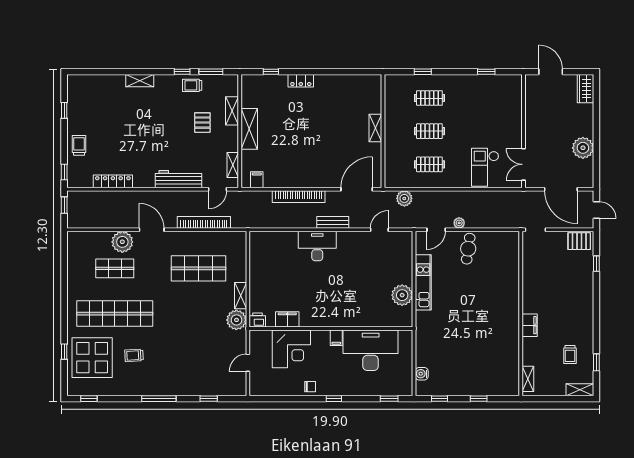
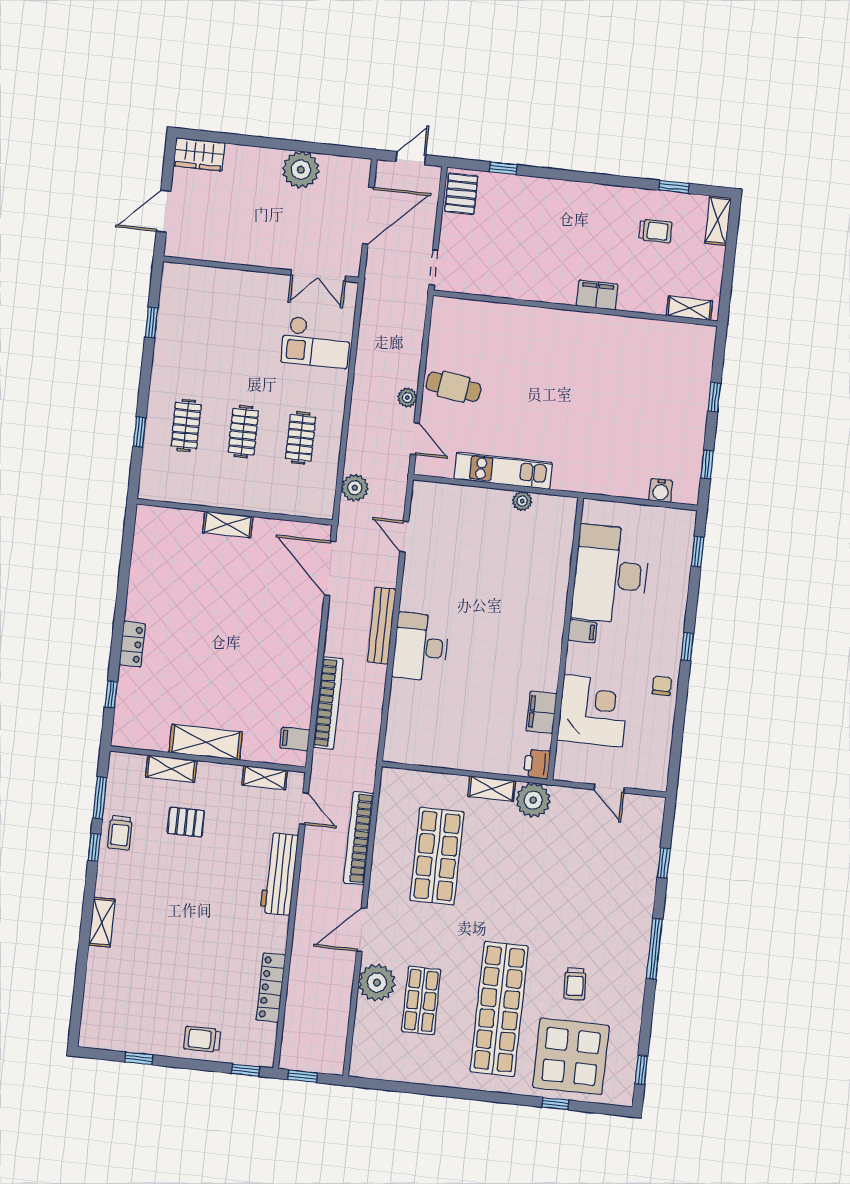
bookcase: (299, 197) -> (328, 703), moved
bench: (333, 222) -> (382, 626), width x1.36
plant: (402, 295) -> (522, 501), width x0.53, depth x0.53

